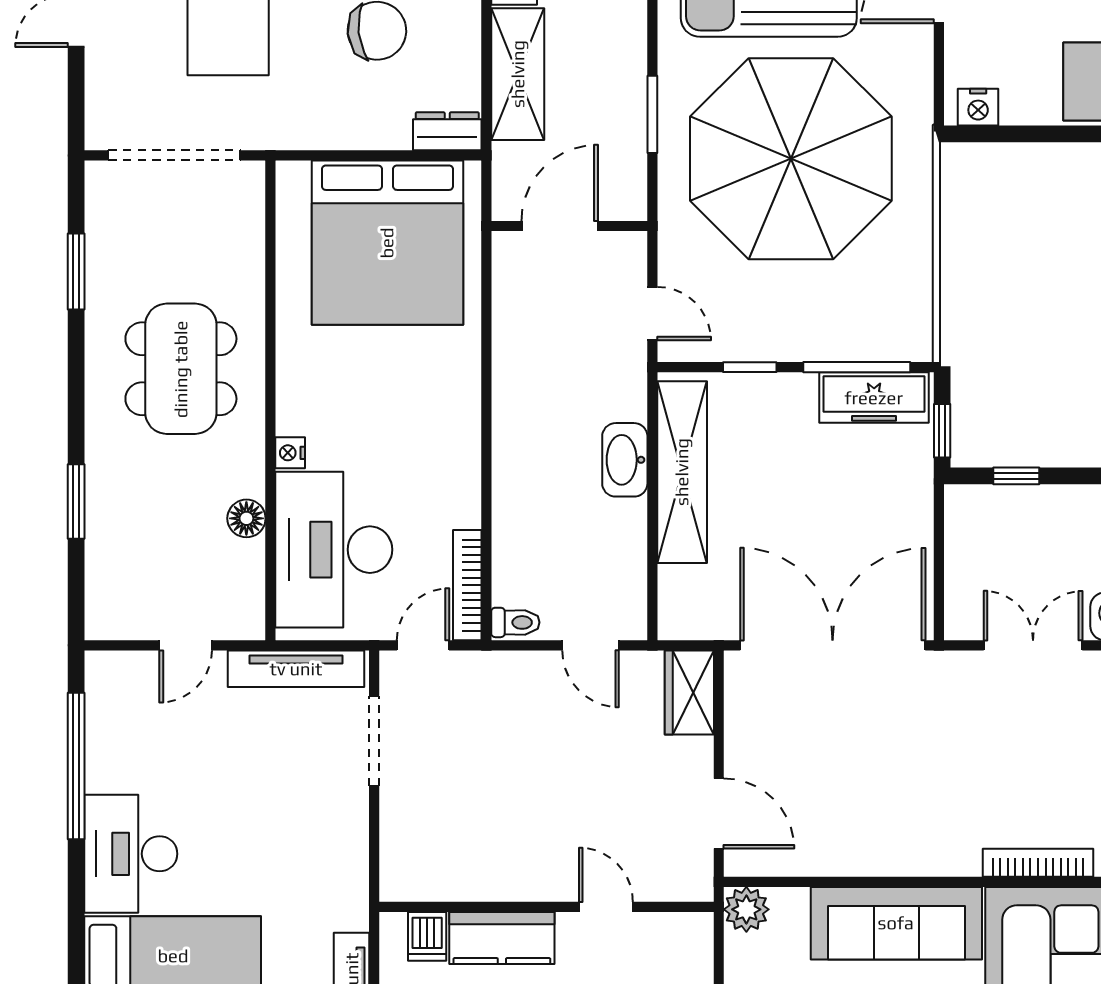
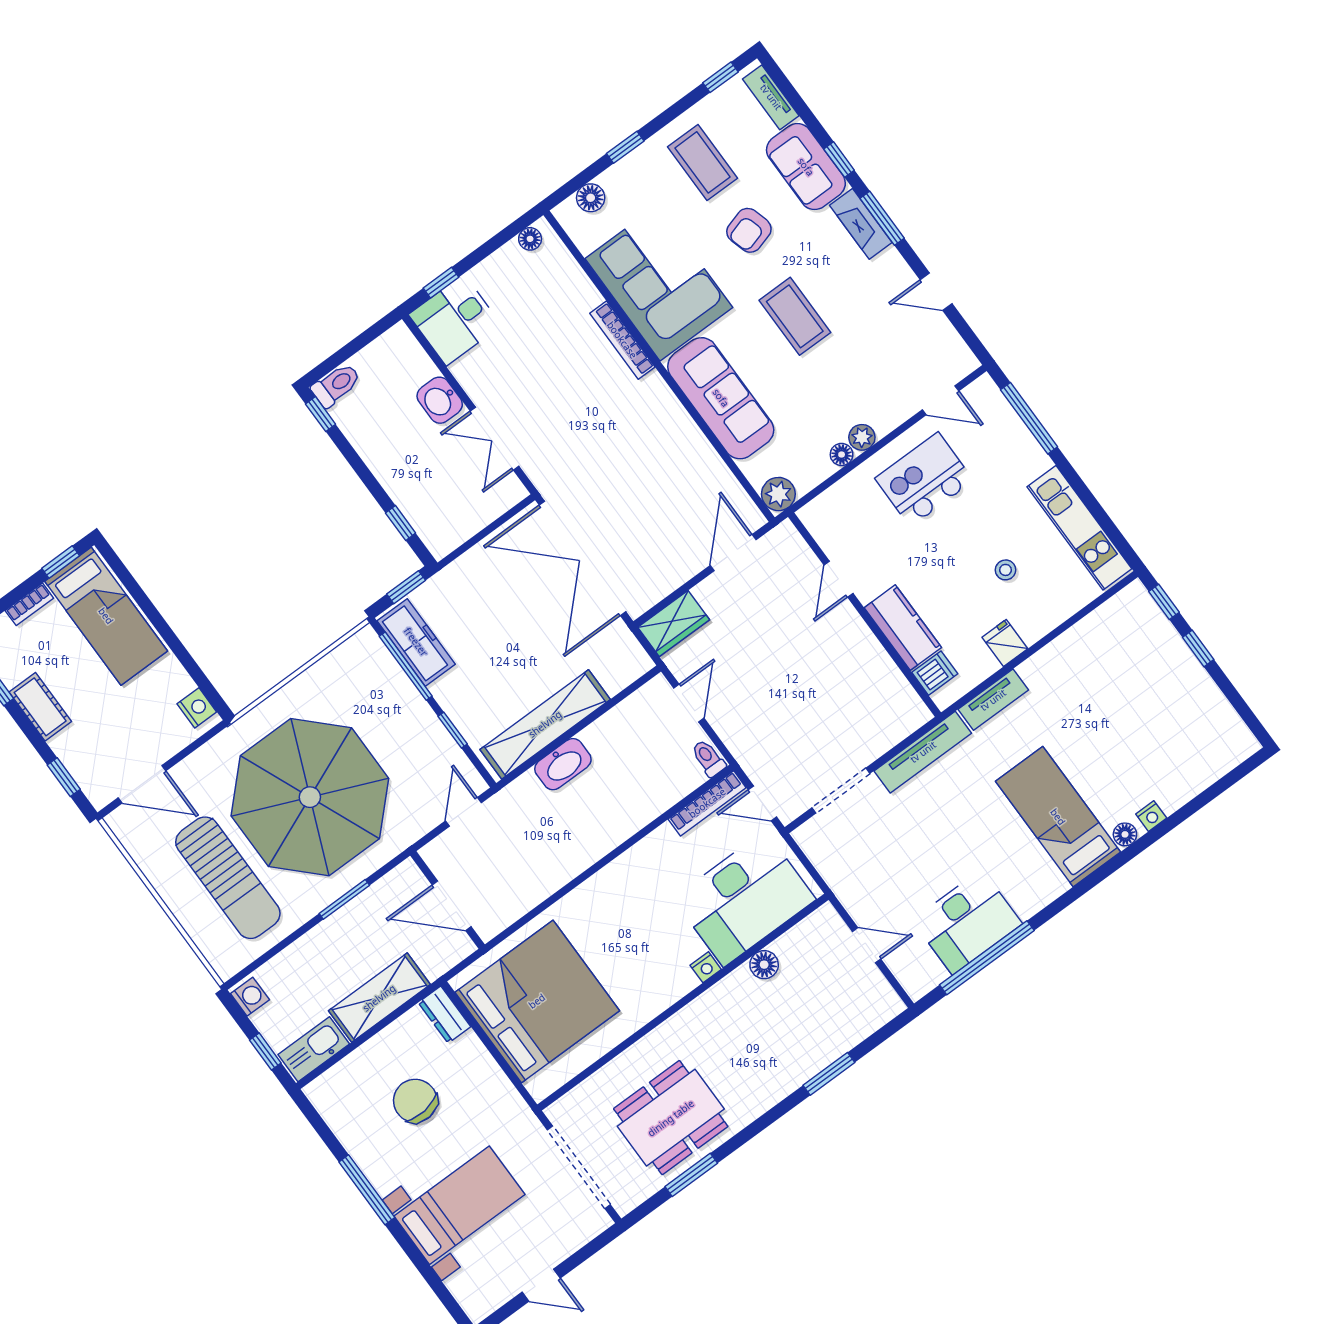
dining table: (181, 369) -> (671, 1118), moved
tv unit: (296, 669) -> (923, 752), moved, turned 90
desk: (131, 854) -> (967, 922), moved

